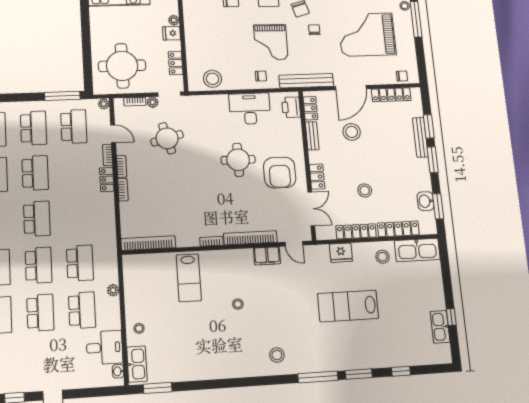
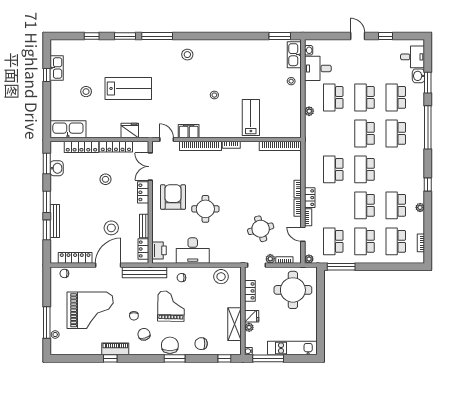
shelving: (192, 23) -> (235, 324), added
stool: (383, 257) -> (86, 92), moved
school desk: (80, 263) -> (333, 169), moved

